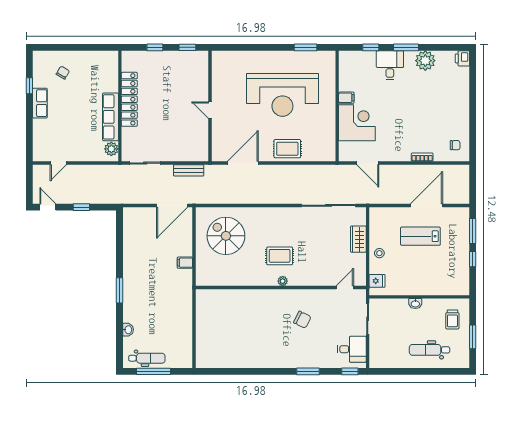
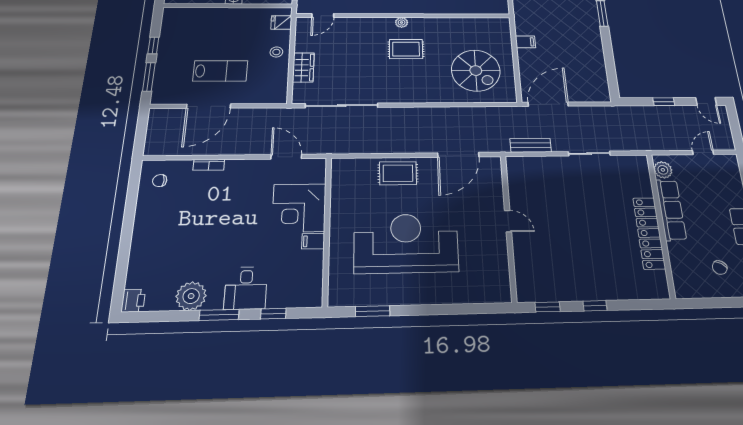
locker: (129, 99) -> (649, 233), moved
wall: (120, 106) -> (661, 224), moved
row of seats: (110, 117) -> (671, 210), moved
plant: (111, 149) -> (663, 170), moved

